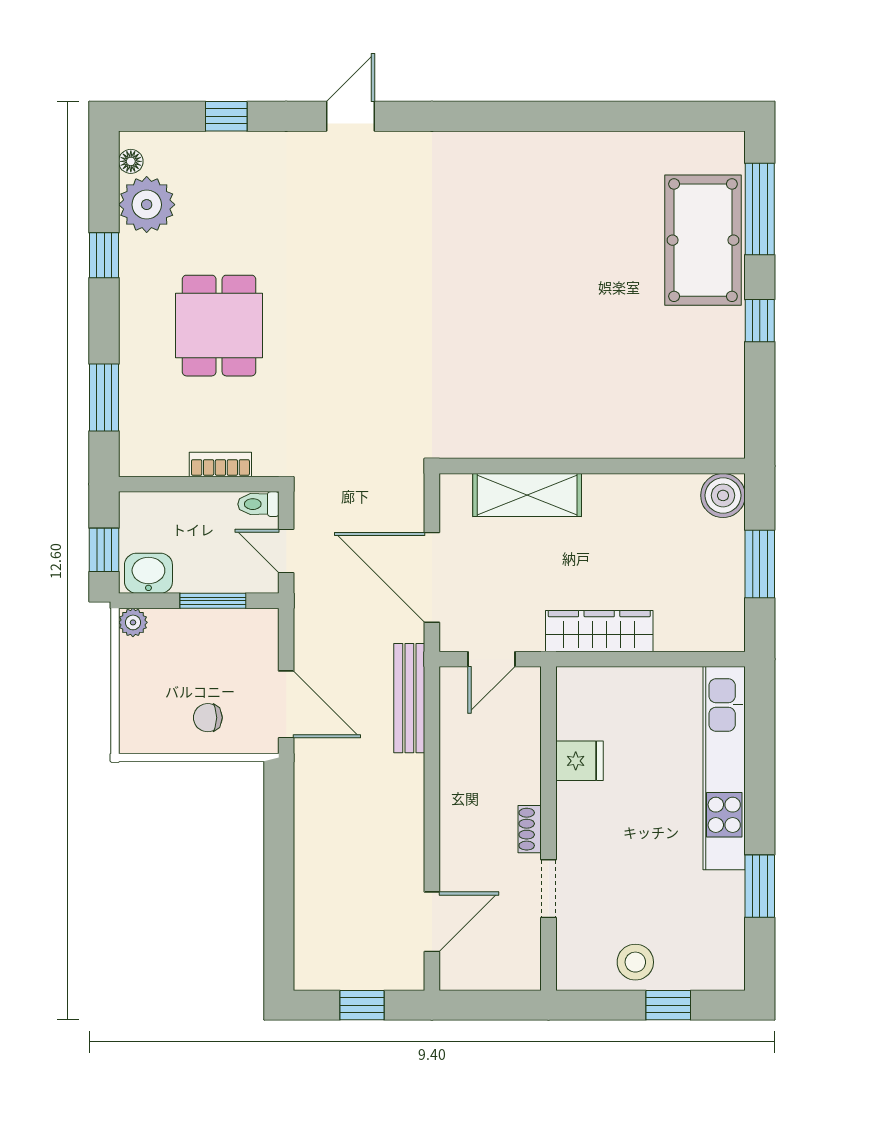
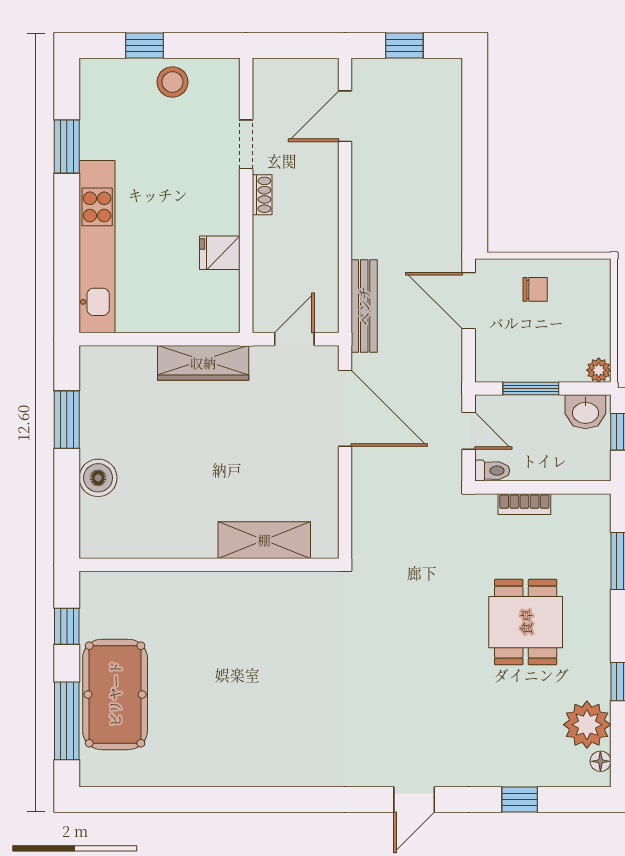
wall: (592, 466) -> (209, 565), moved
shelving: (527, 495) -> (264, 540), moved

